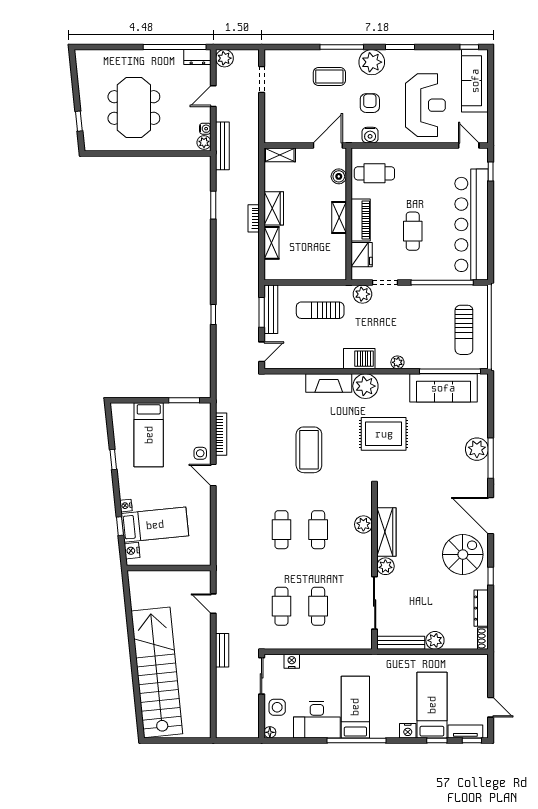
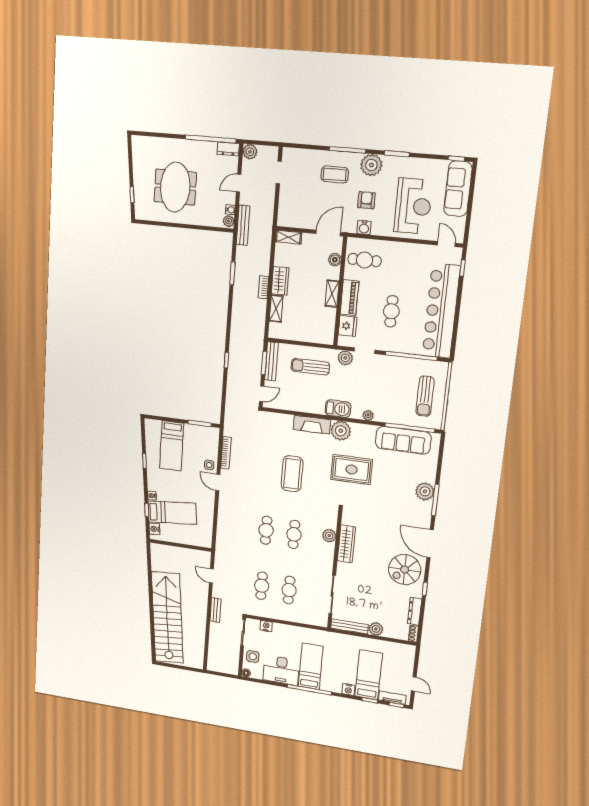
spiral stairs: (463, 555) -> (405, 570), turned 180
plant: (385, 566) -> (343, 569), removed

